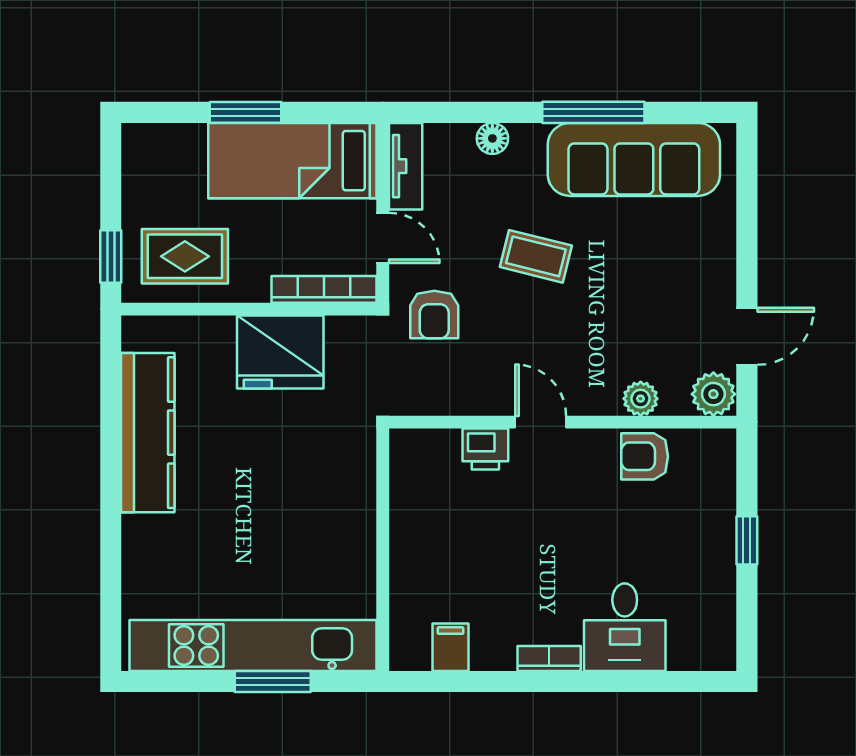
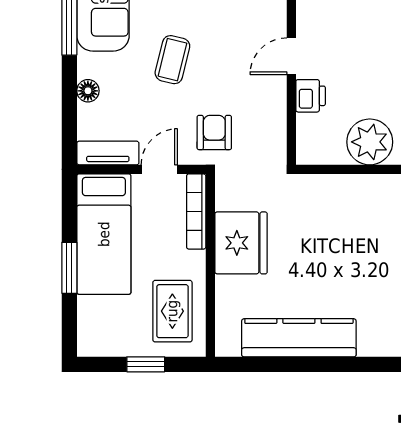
window: (111, 257) -> (146, 364), moved
armchair: (434, 315) -> (214, 132), turned -90
plant: (421, 531) -> (370, 142), added

